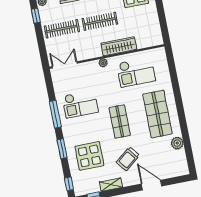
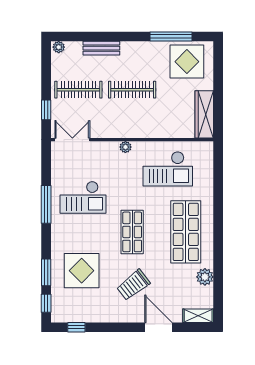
window: (36, 16) -> (46, 110), moved
wardrobe: (119, 46) -> (204, 114), moved, turned -90
window: (62, 149) -> (46, 272), moved
shelving: (111, 185) -> (198, 316), moved

